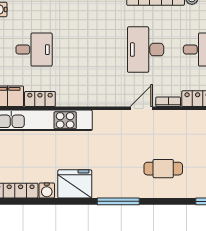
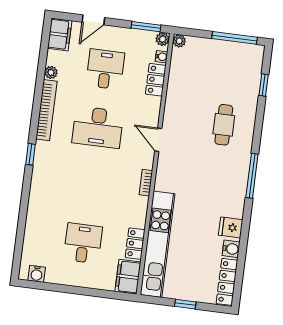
bookcase: (168, 102) -> (146, 183), moved
fridge: (75, 184) -> (231, 227), width x0.53, depth x0.75

